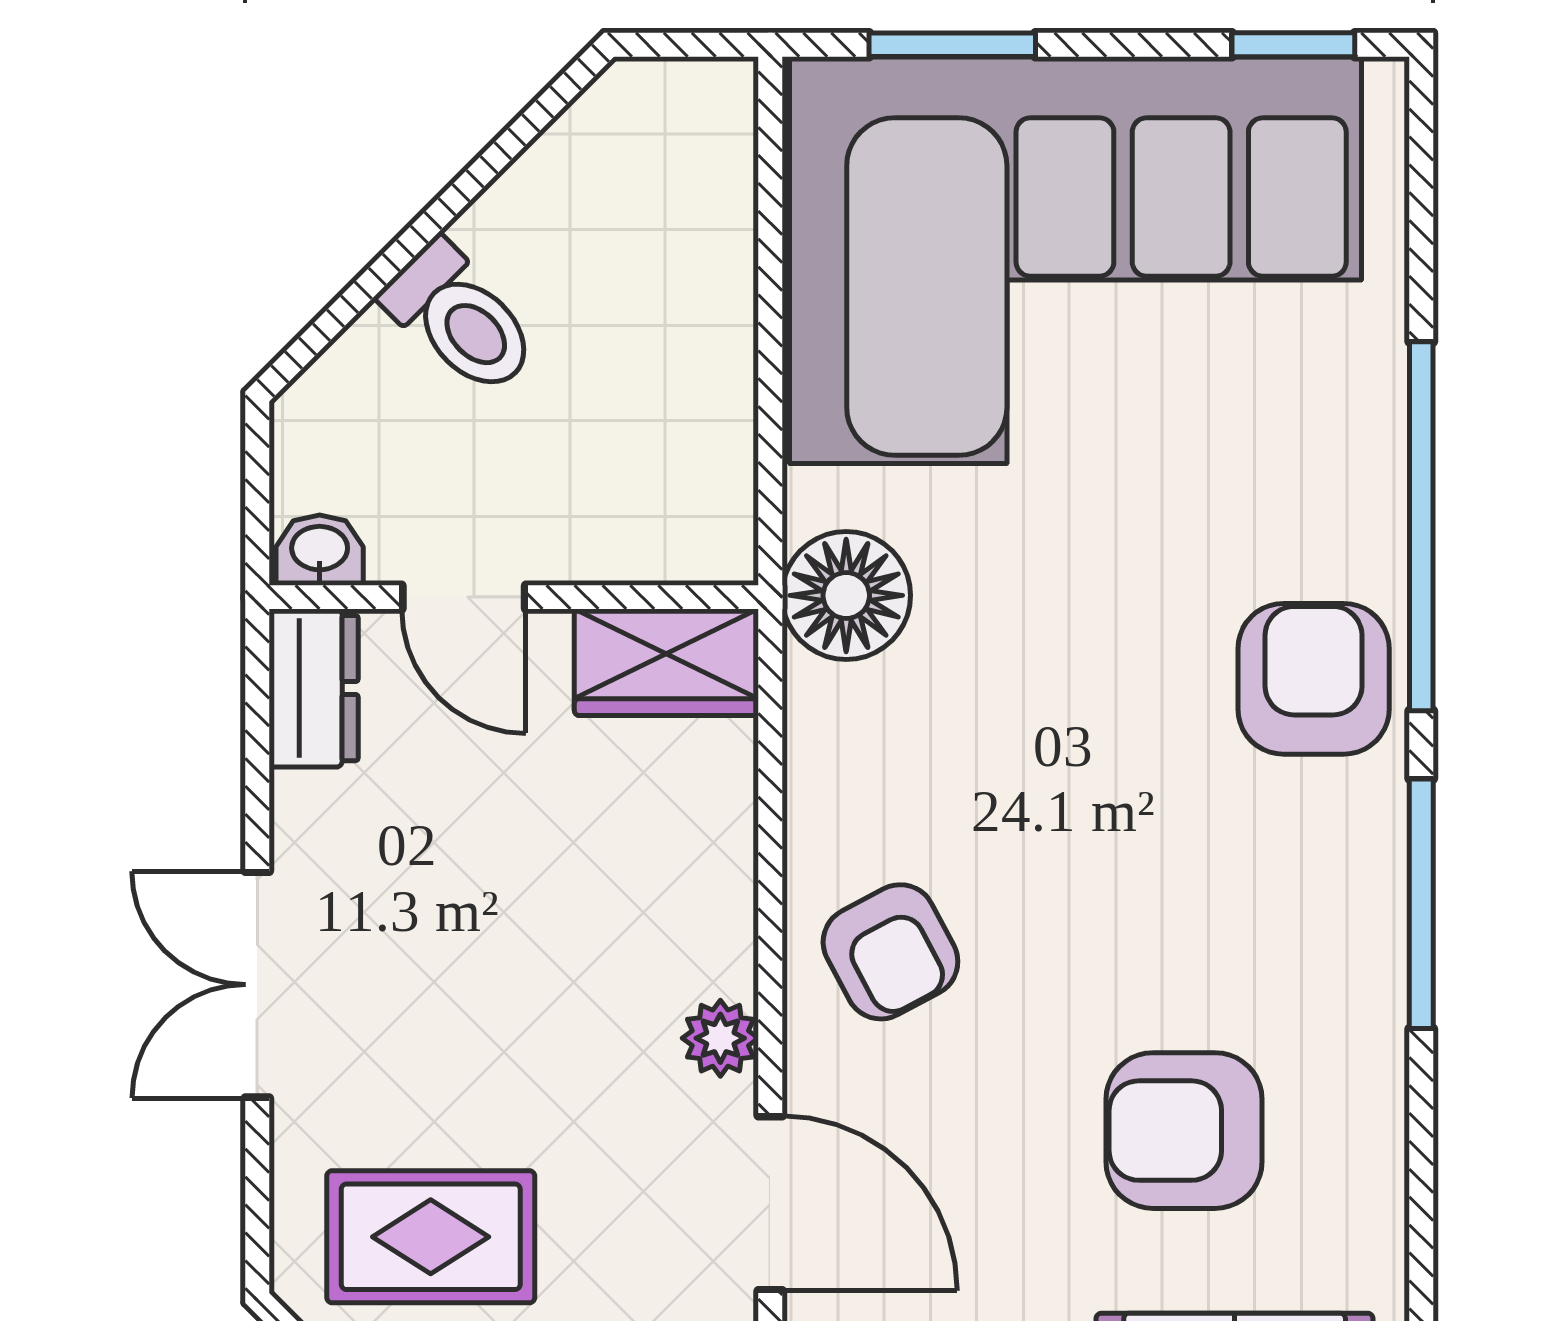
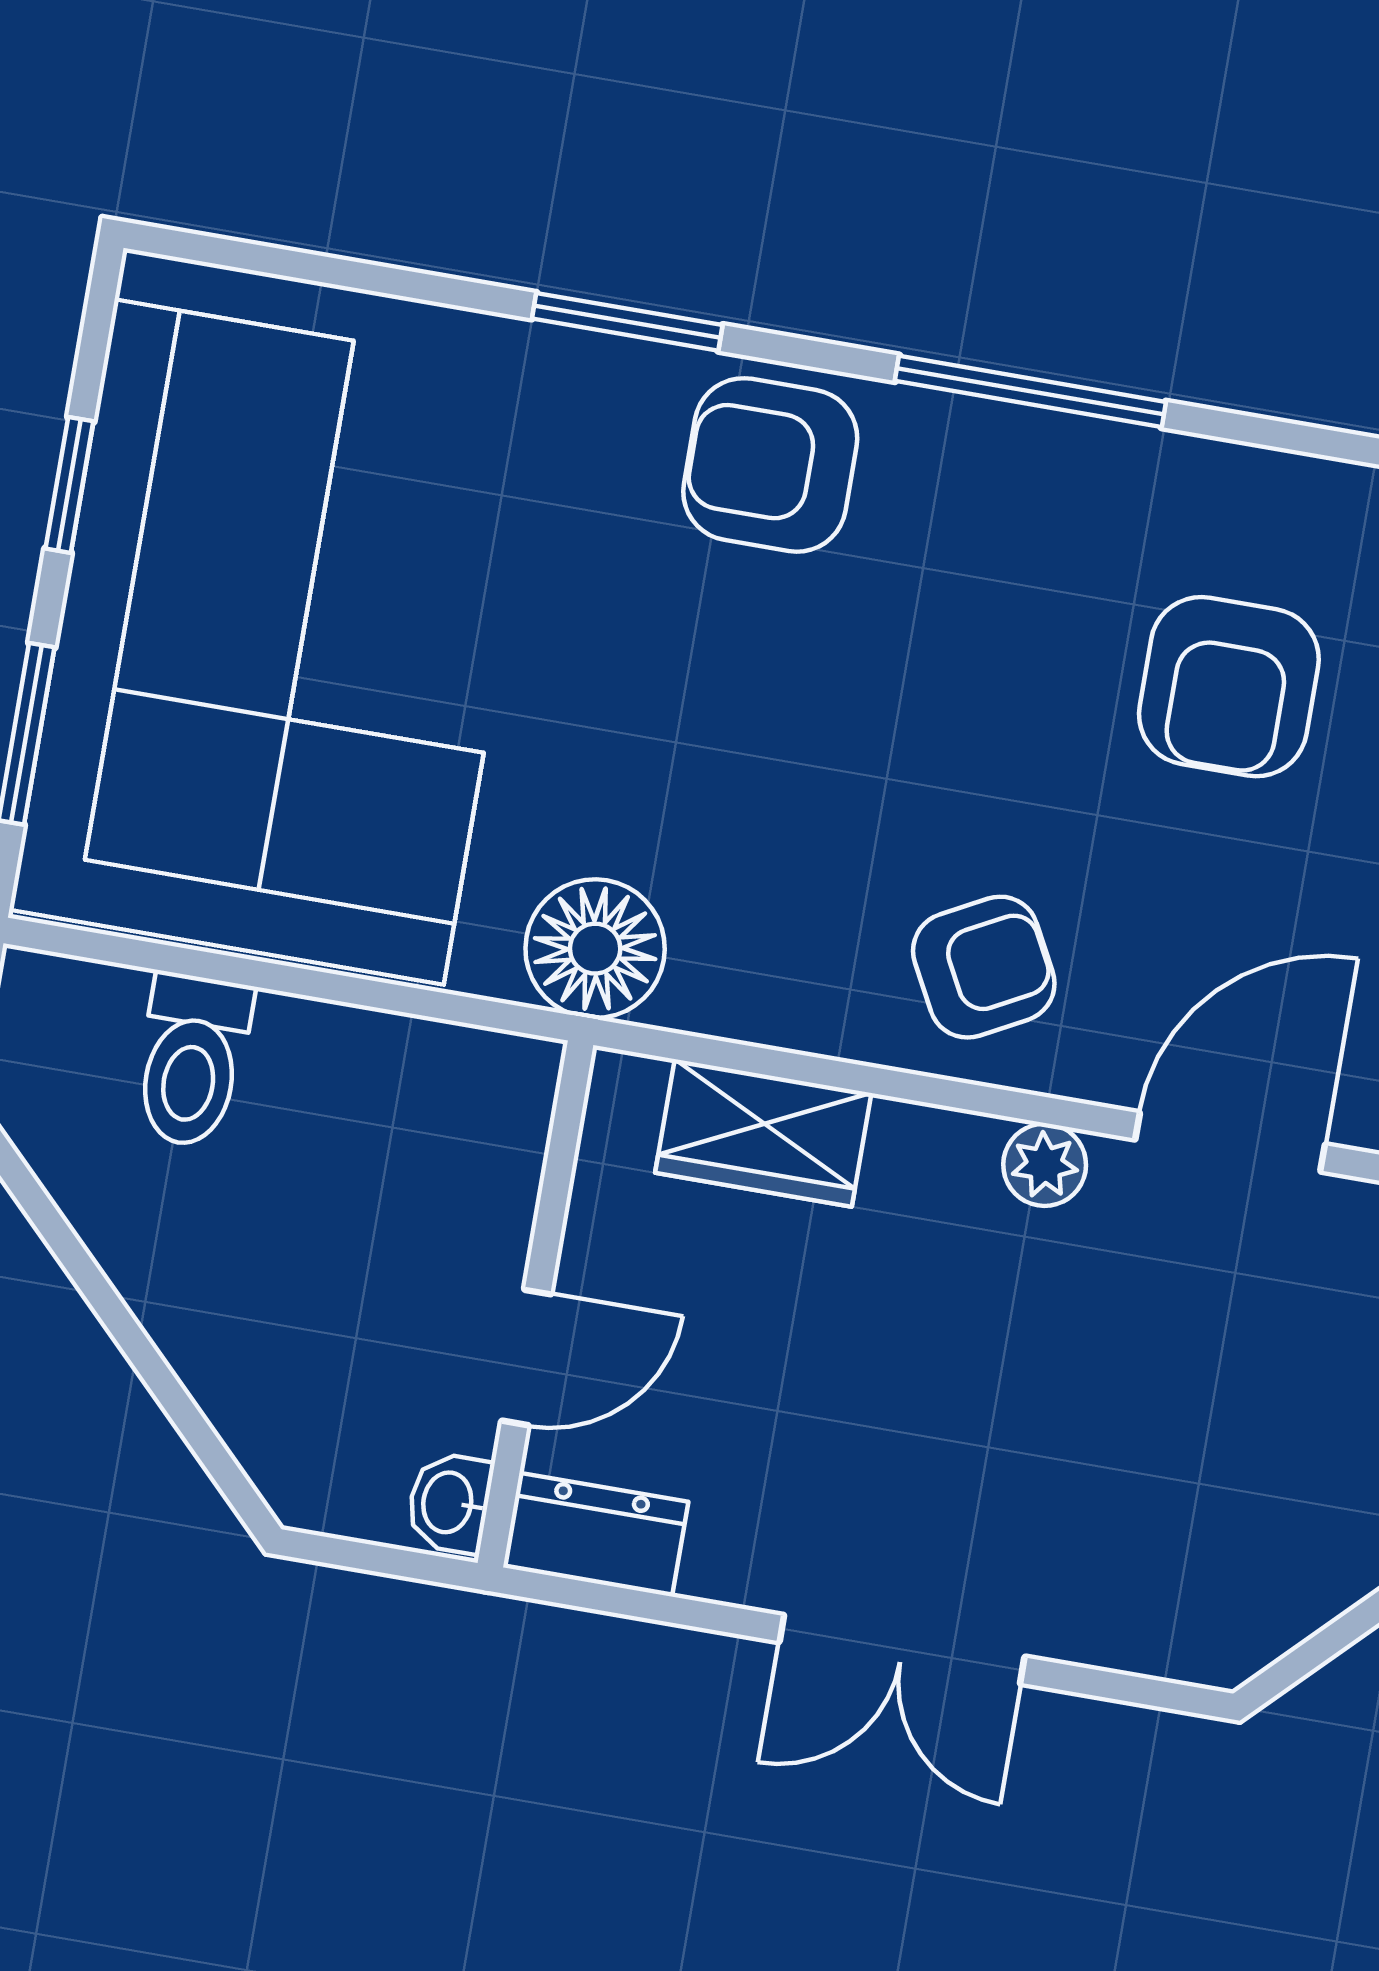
window: (1293, 45) -> (69, 485), moved
toilet: (461, 319) -> (192, 1060), moved, turned 135
window: (1421, 526) -> (627, 322), width x0.47
wardrobe: (666, 662) -> (763, 1133), moved, turned 90
rug: (431, 1237) -> (1203, 1511), removed

